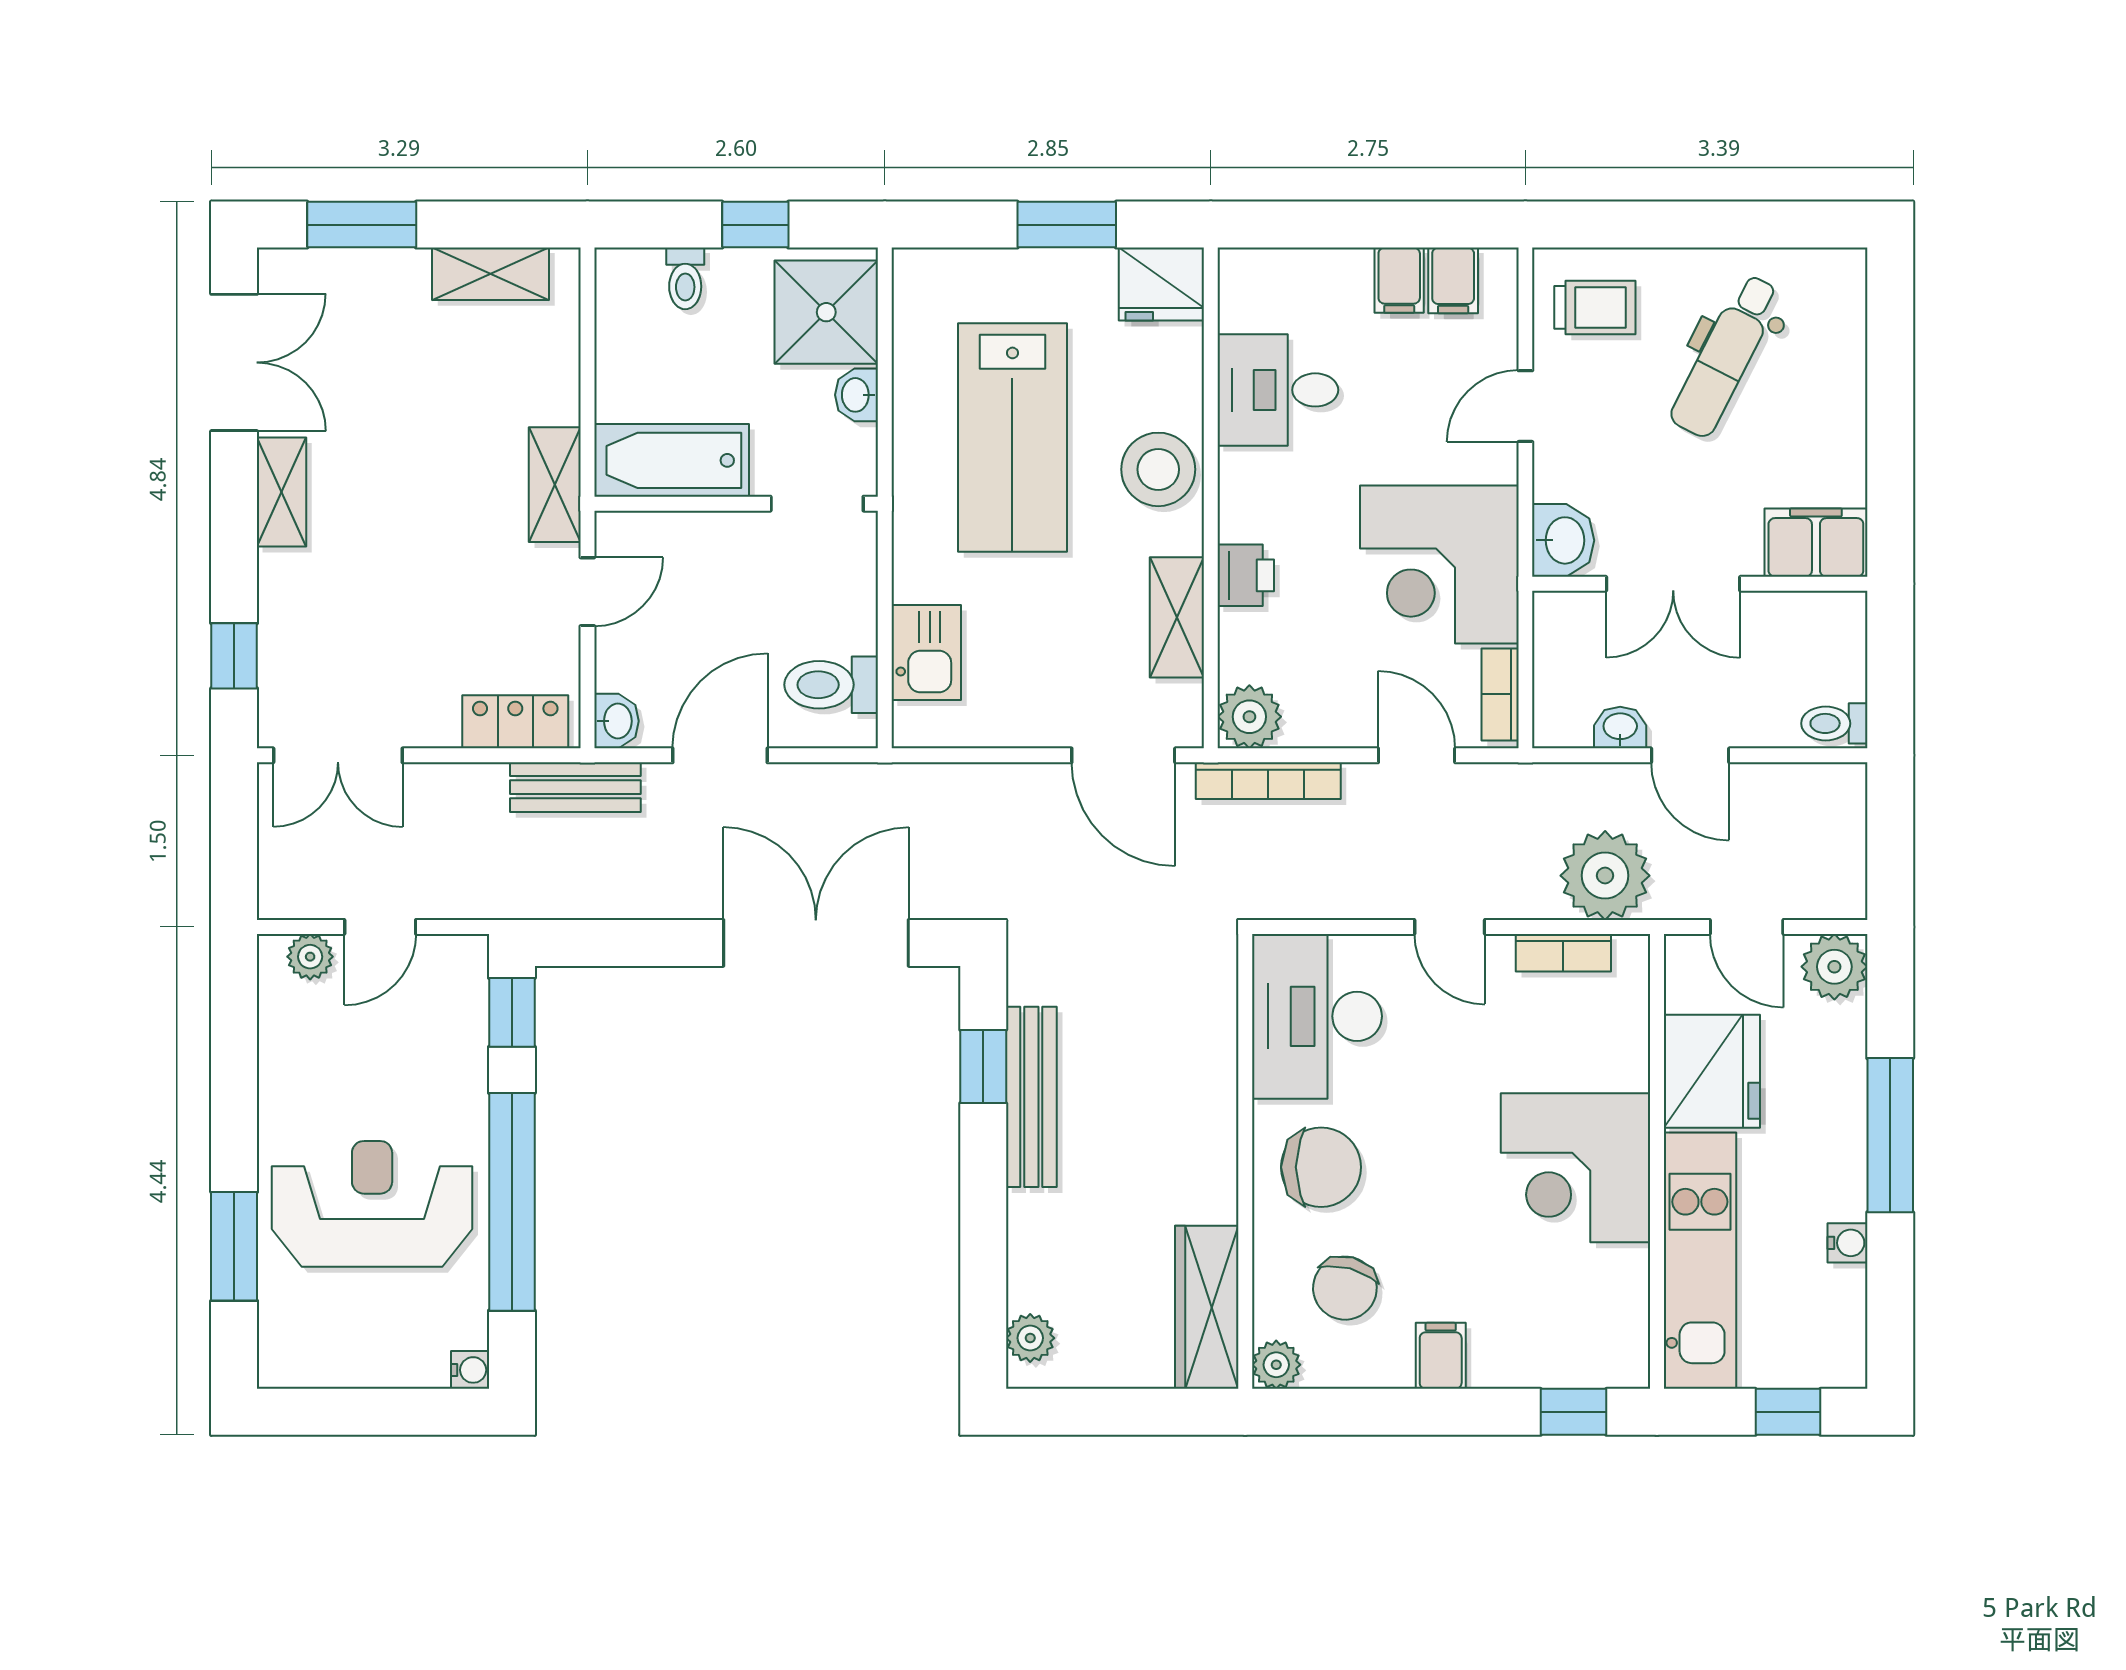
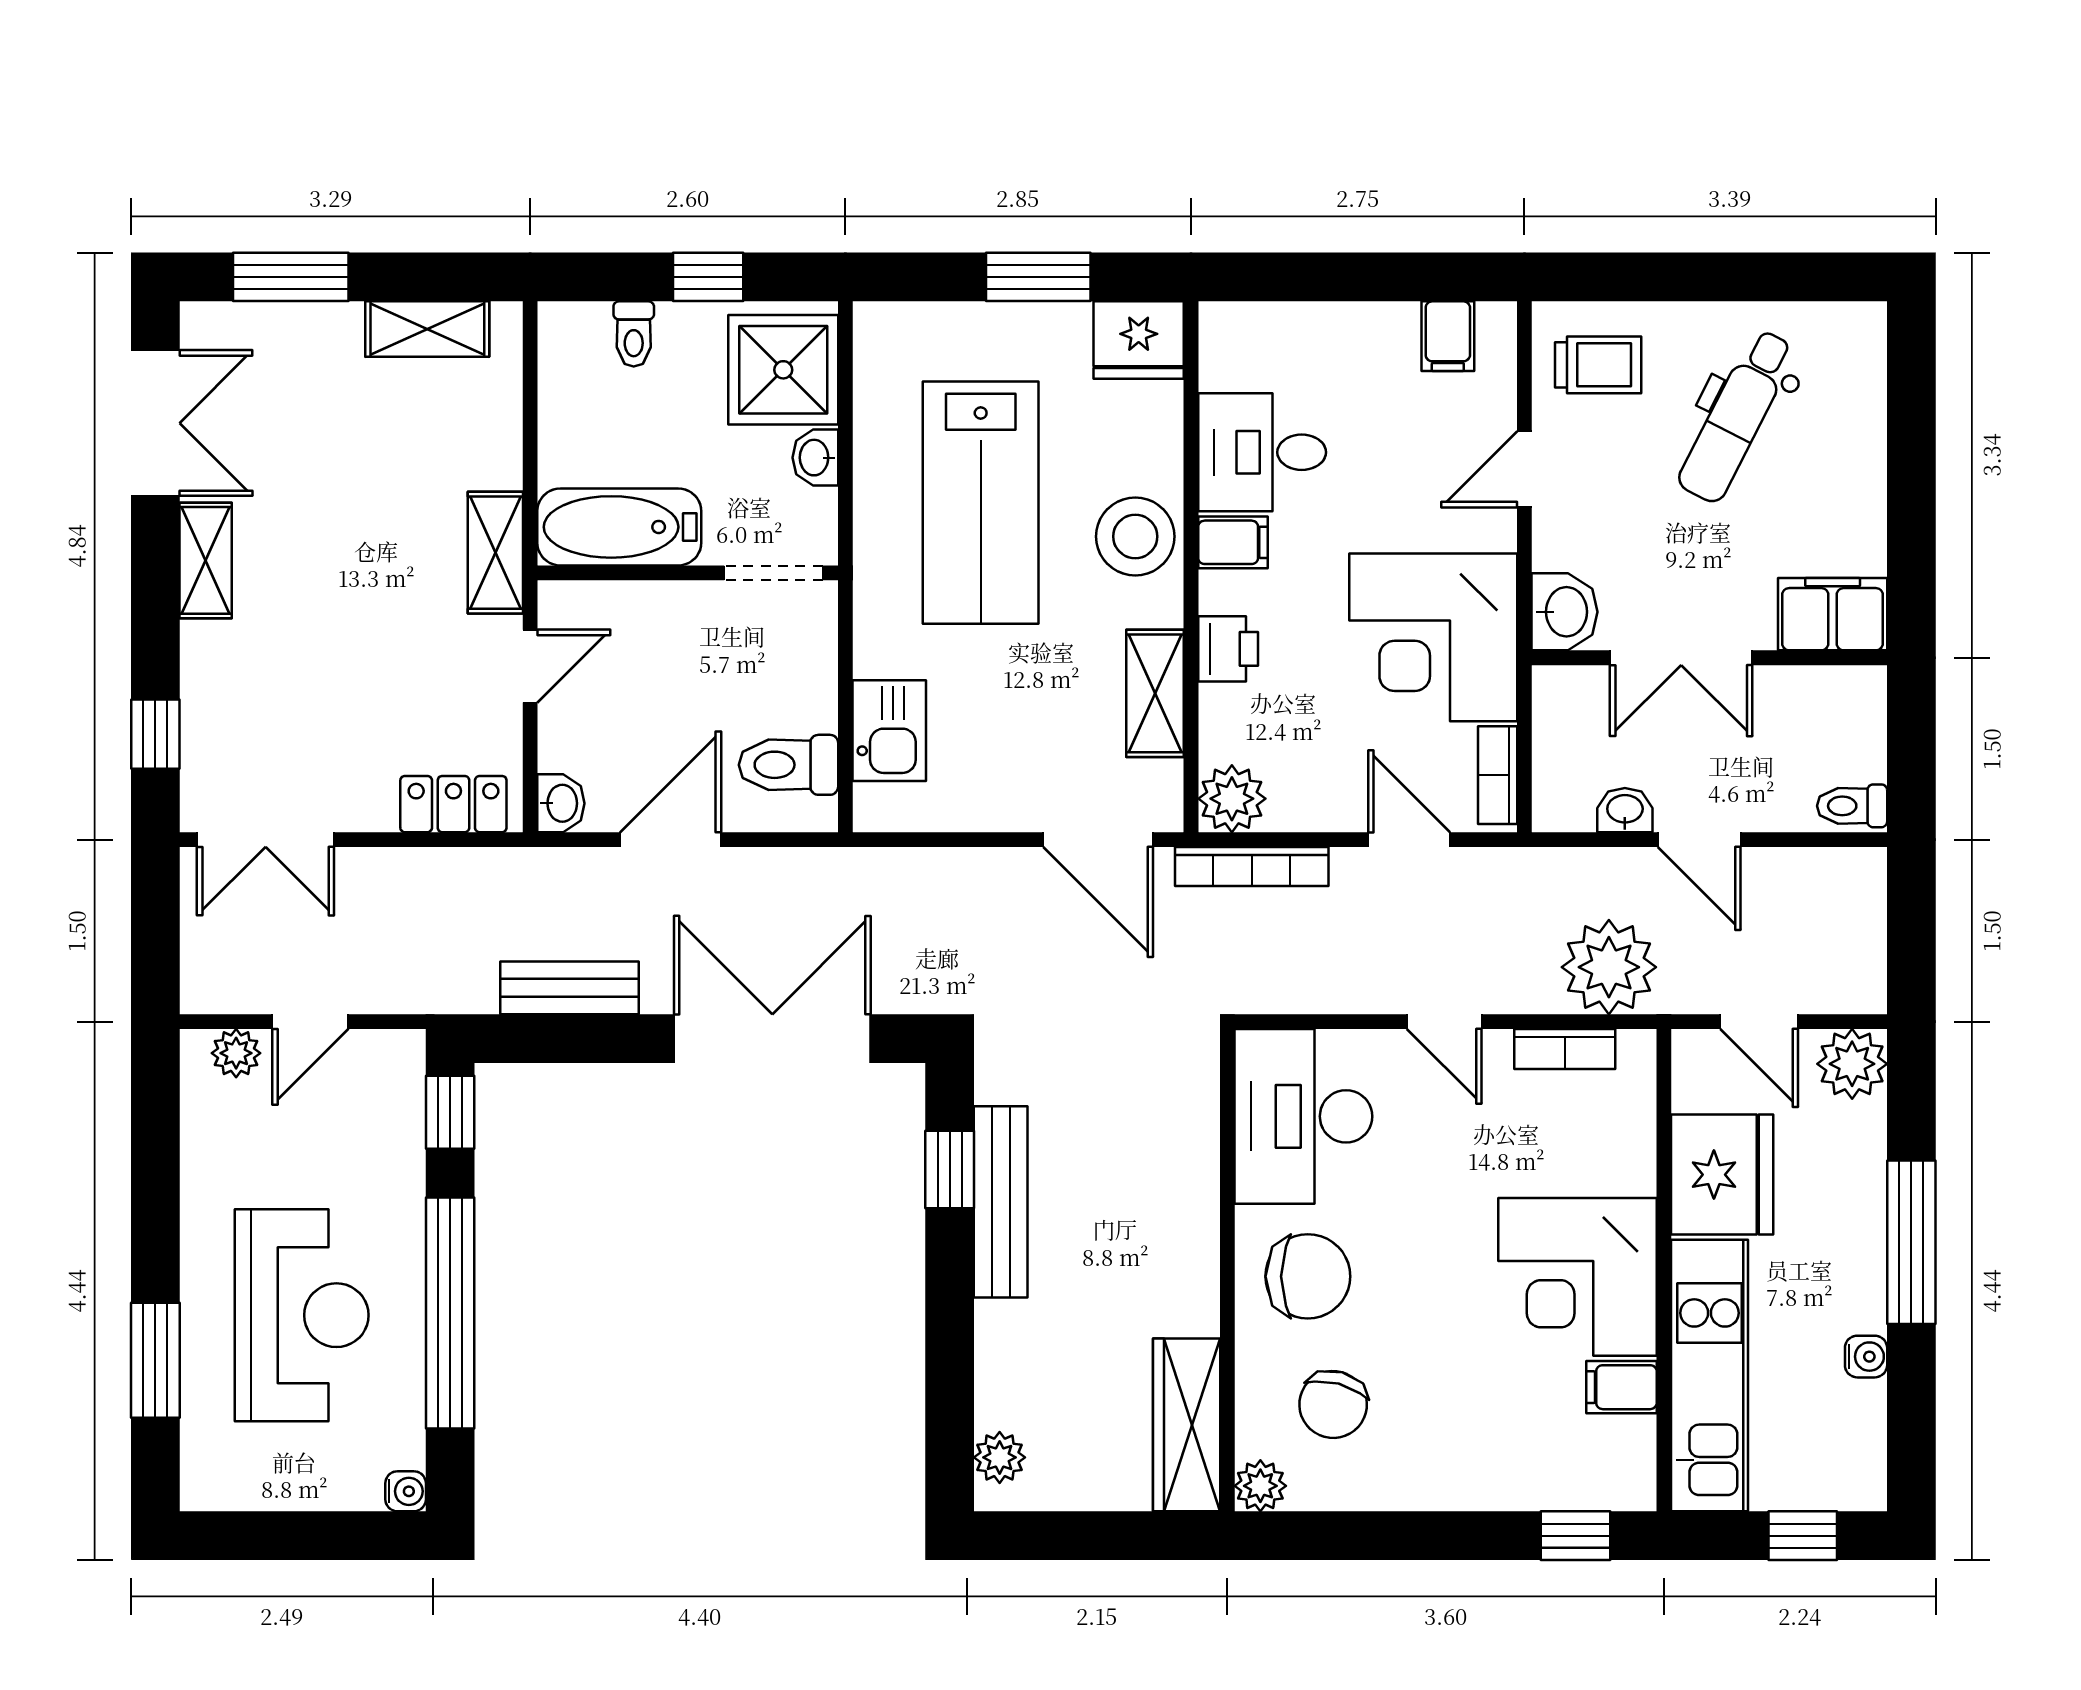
filing cabinet: (1399, 280) -> (1233, 542), moved, turned -90
bench: (575, 787) -> (570, 988), moved
reception desk: (372, 1204) -> (302, 1315), turned 90
filing cabinet: (1441, 1356) -> (1622, 1387), moved, turned -90

